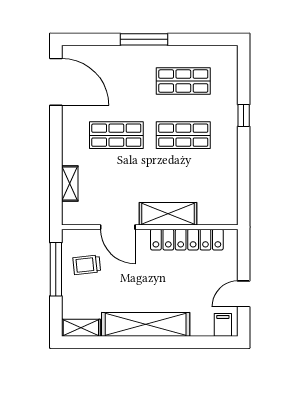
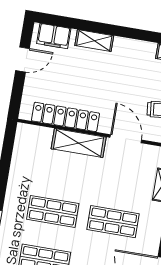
shelving: (146, 324) -> (94, 41), width x0.45, depth x0.75
filing cabinet: (223, 325) -> (54, 36), width x2.00

